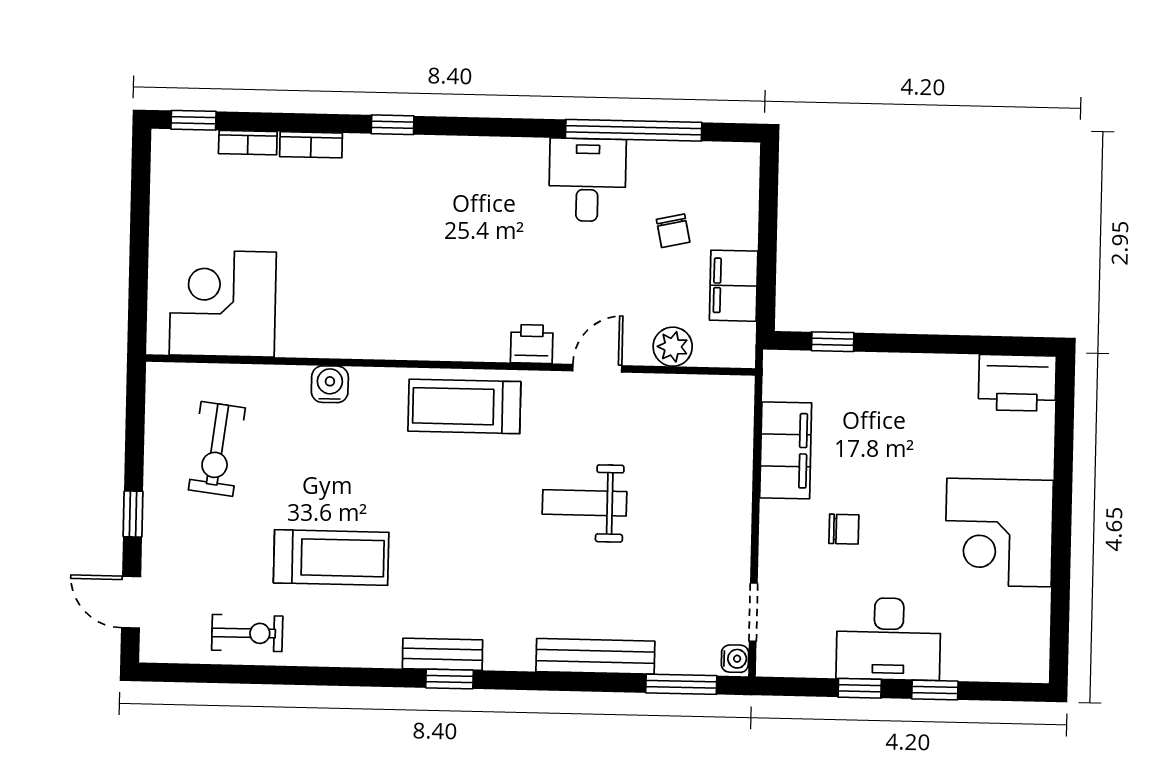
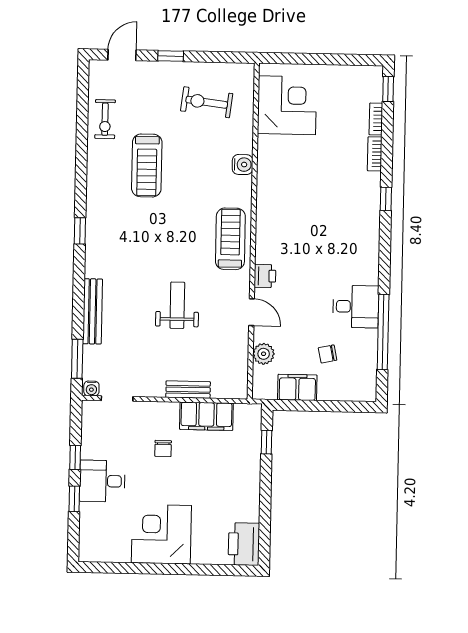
desk: (889, 639) -> (102, 481), width x0.73
bench: (442, 654) -> (188, 390), moved, turned 90

